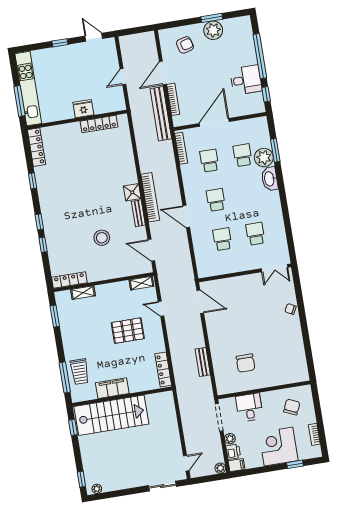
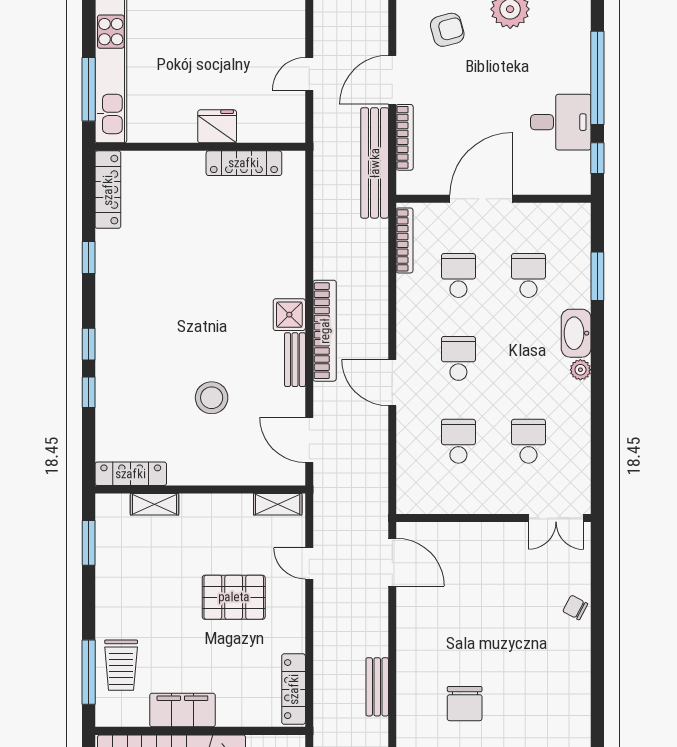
plant: (264, 158) -> (580, 370), moved, width x0.53, depth x0.53

